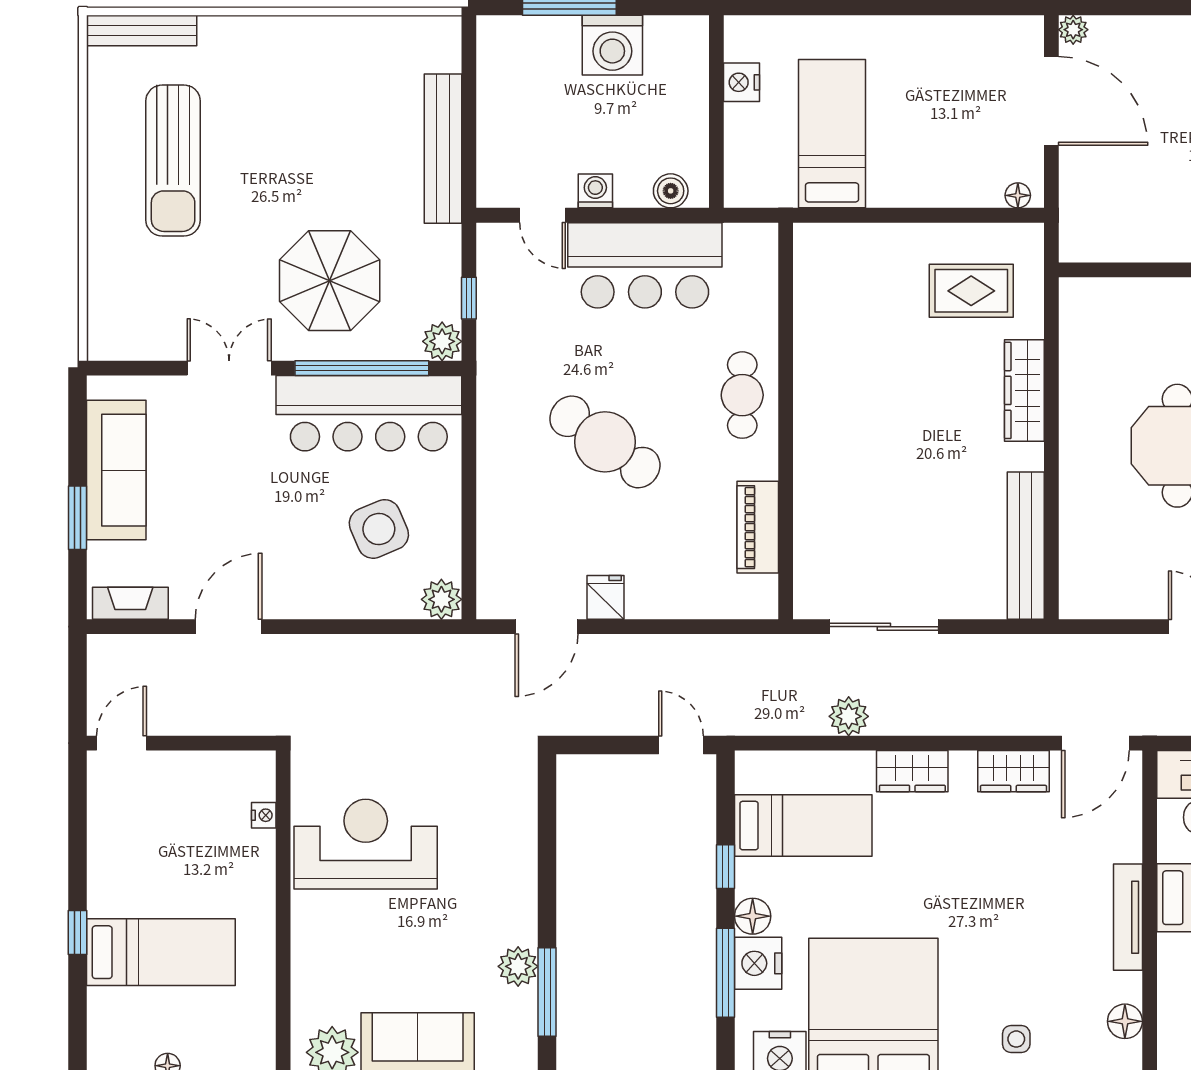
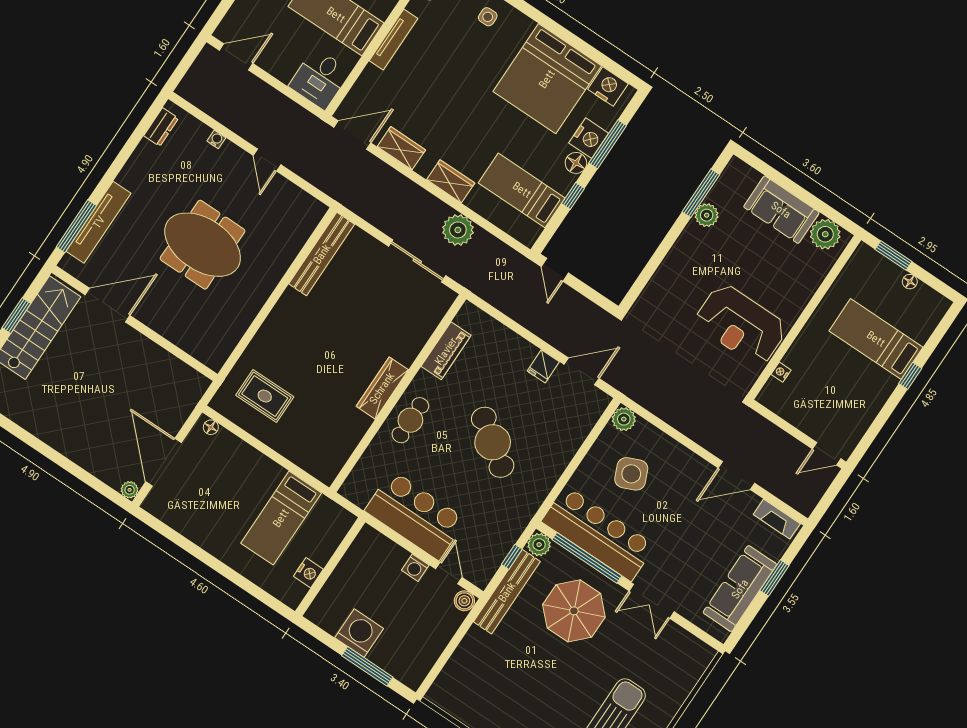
bench: (443, 149) -> (507, 592), moved
boiler: (671, 191) -> (464, 601), moved
wardrobe: (1024, 390) -> (382, 388), moved, turned 180
plant: (849, 716) -> (458, 230), width x1.36, depth x1.36

